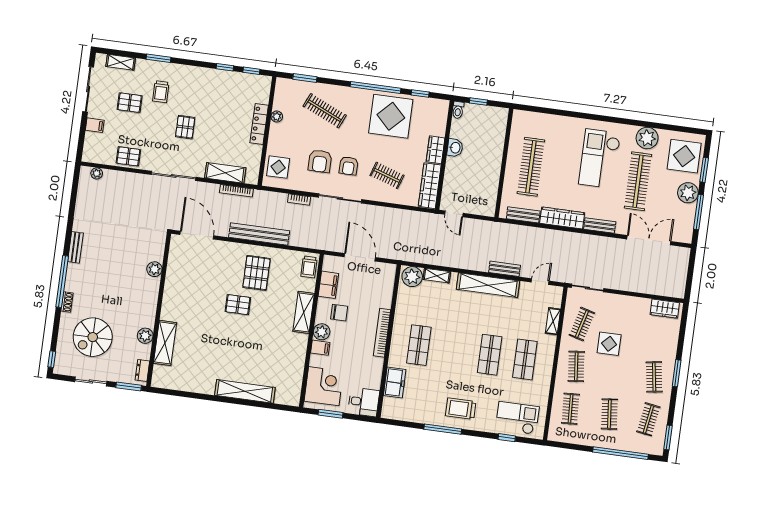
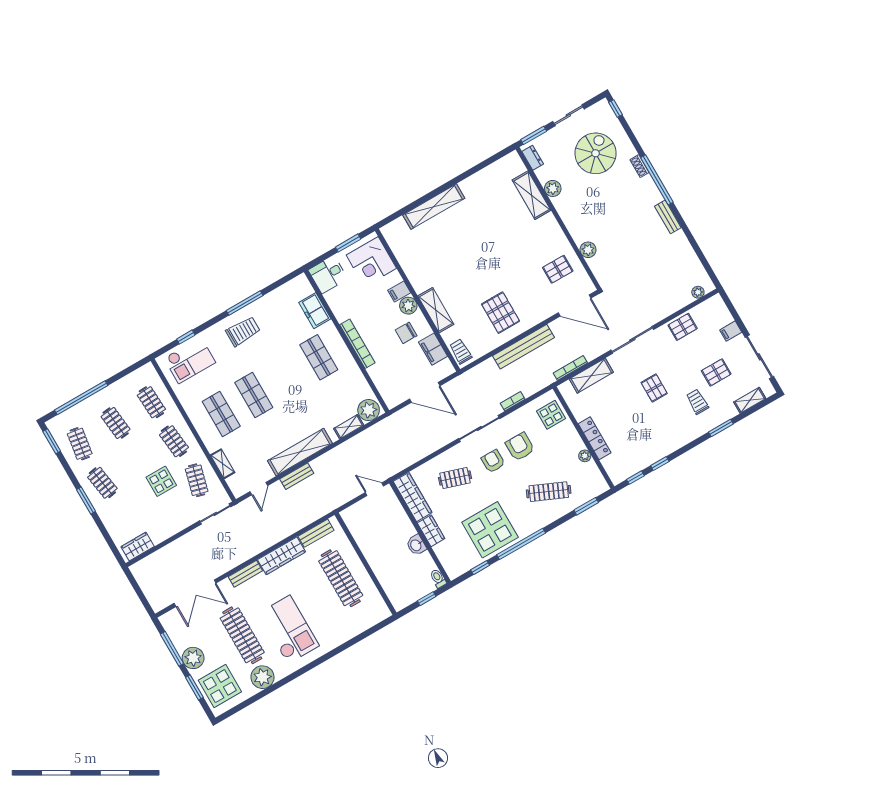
pallet: (238, 305) -> (558, 269), moved

